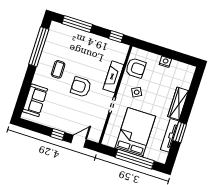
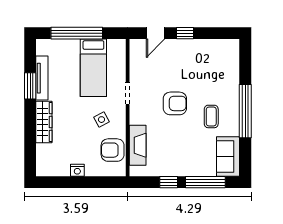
window: (116, 37) -> (169, 182), moved
window: (39, 47) -> (245, 111), moved
fireplace: (113, 77) -> (138, 145), moved
sofa: (35, 100) -> (228, 157), moved
bed: (135, 132) -> (93, 68), width x0.67

